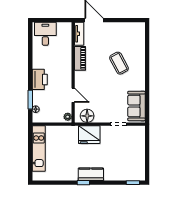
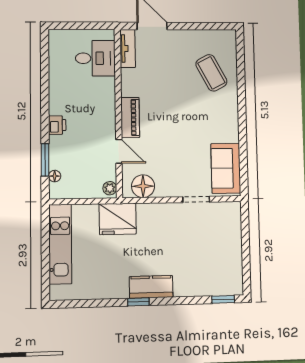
desk: (45, 34) -> (95, 58), moved, turned 90
piano: (80, 58) -> (130, 117), moved
coffee table: (119, 63) -> (211, 73), moved
printer: (40, 79) -> (57, 125), width x0.53, depth x0.68
fridge: (89, 135) -> (118, 219), moved

